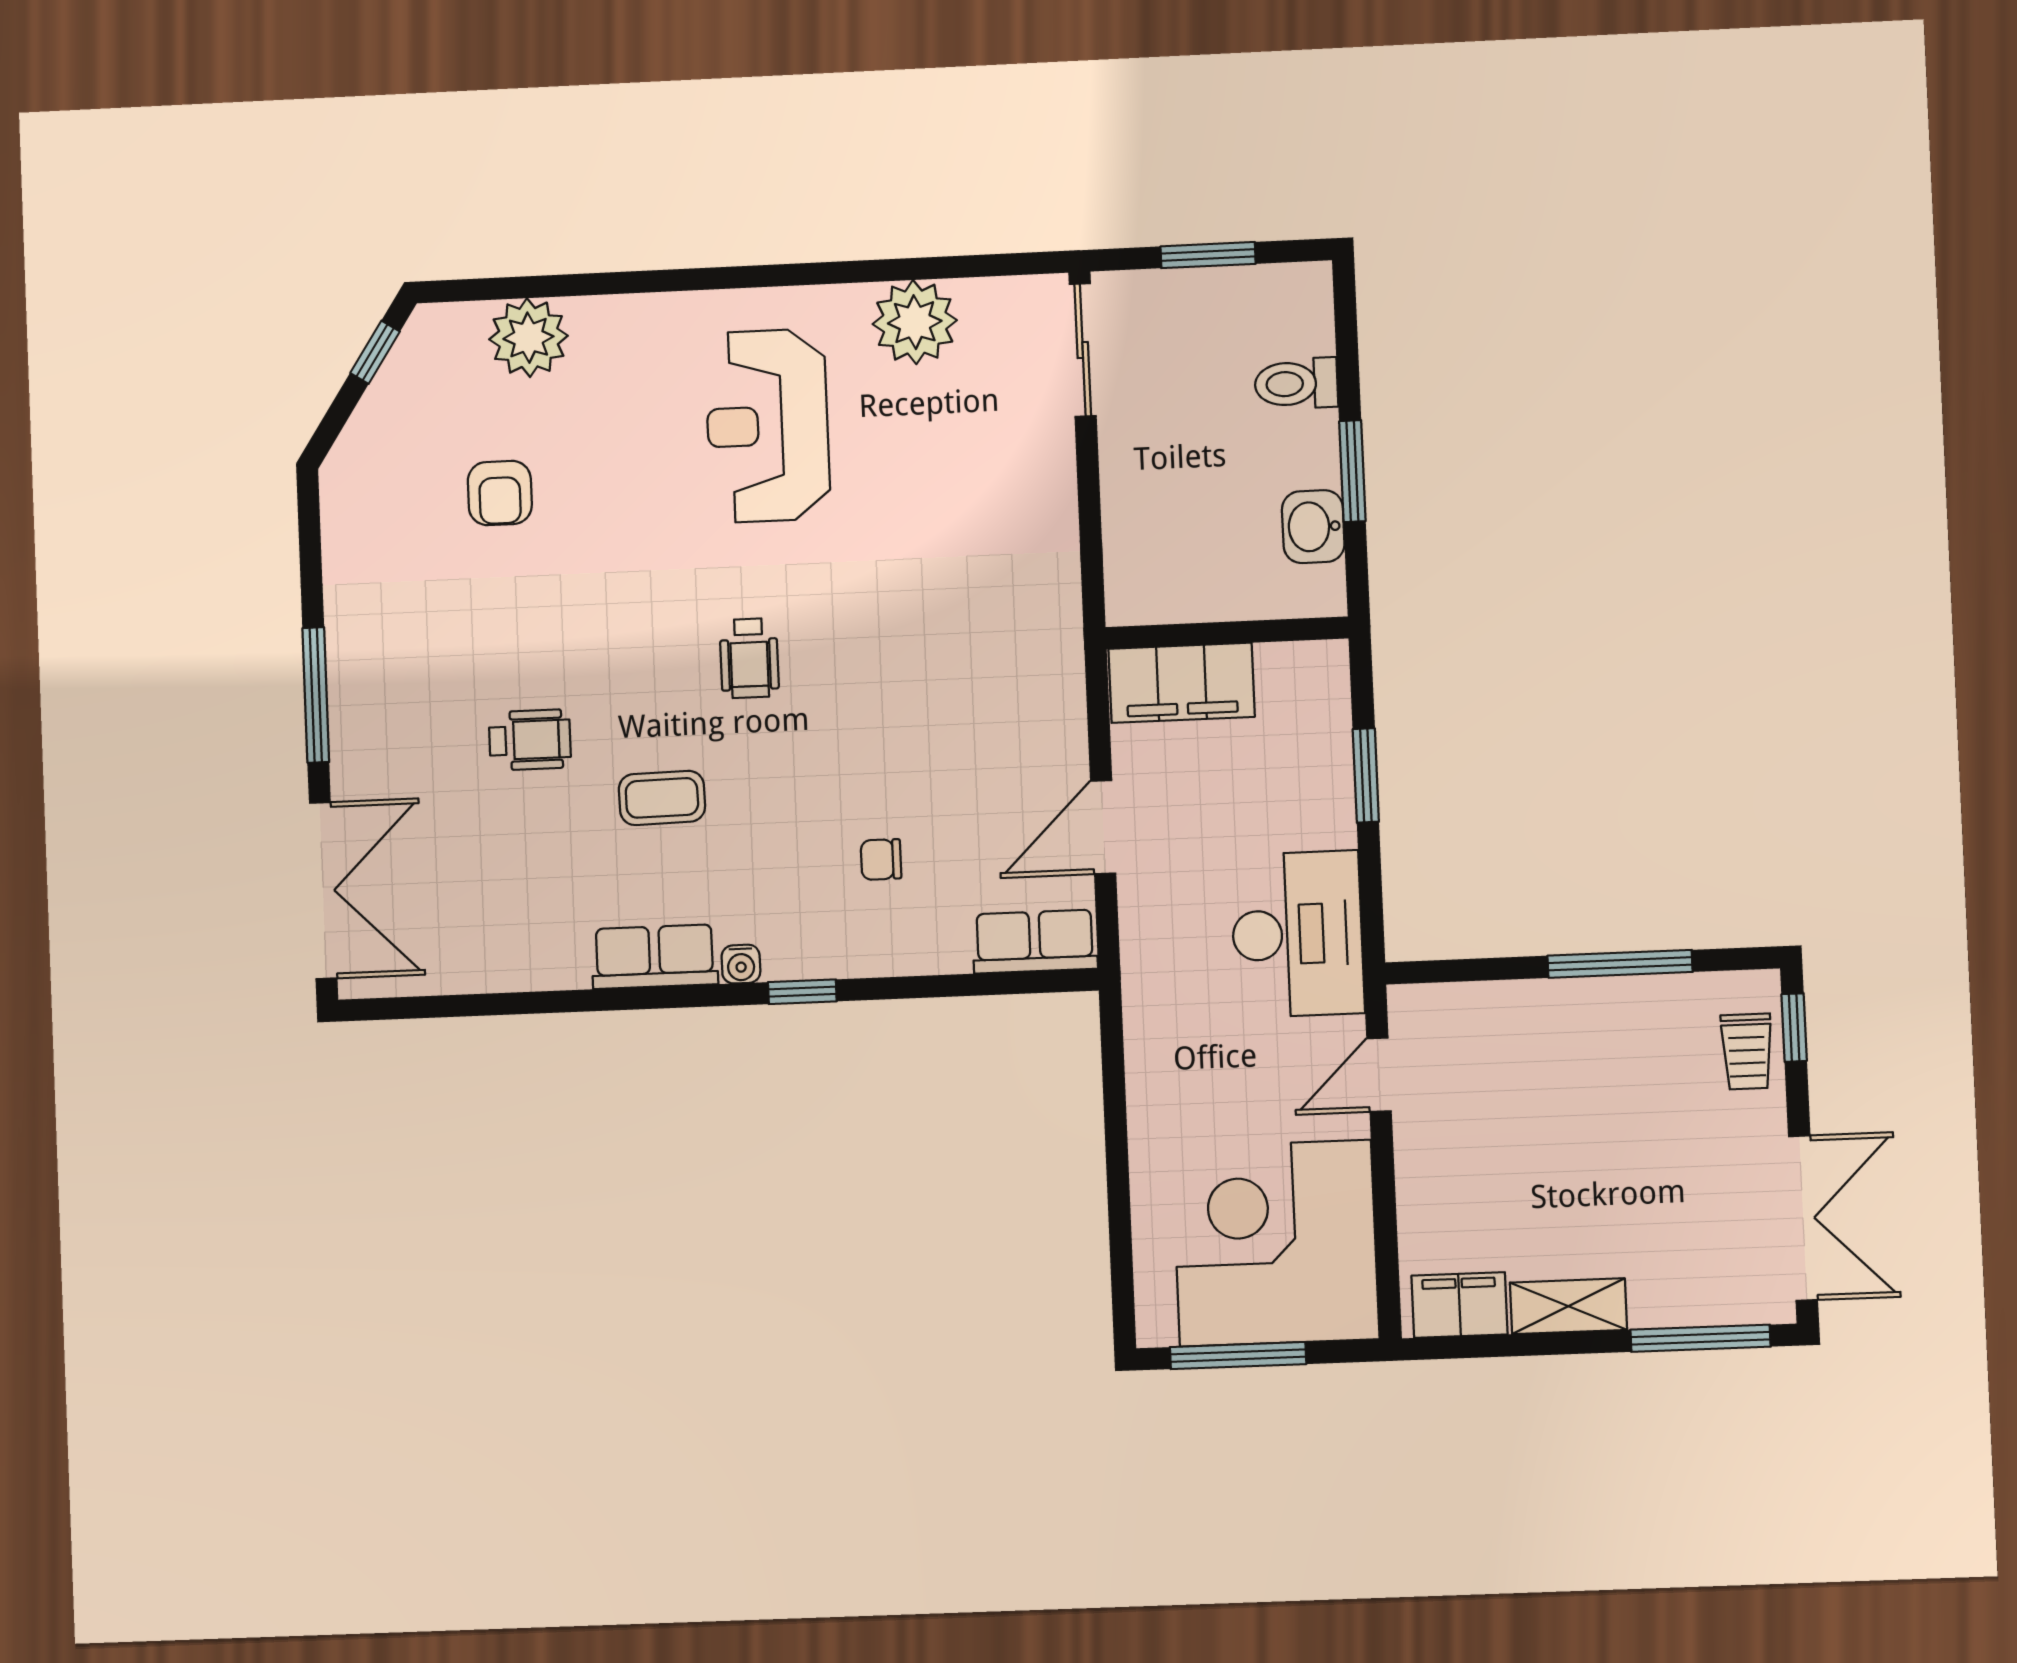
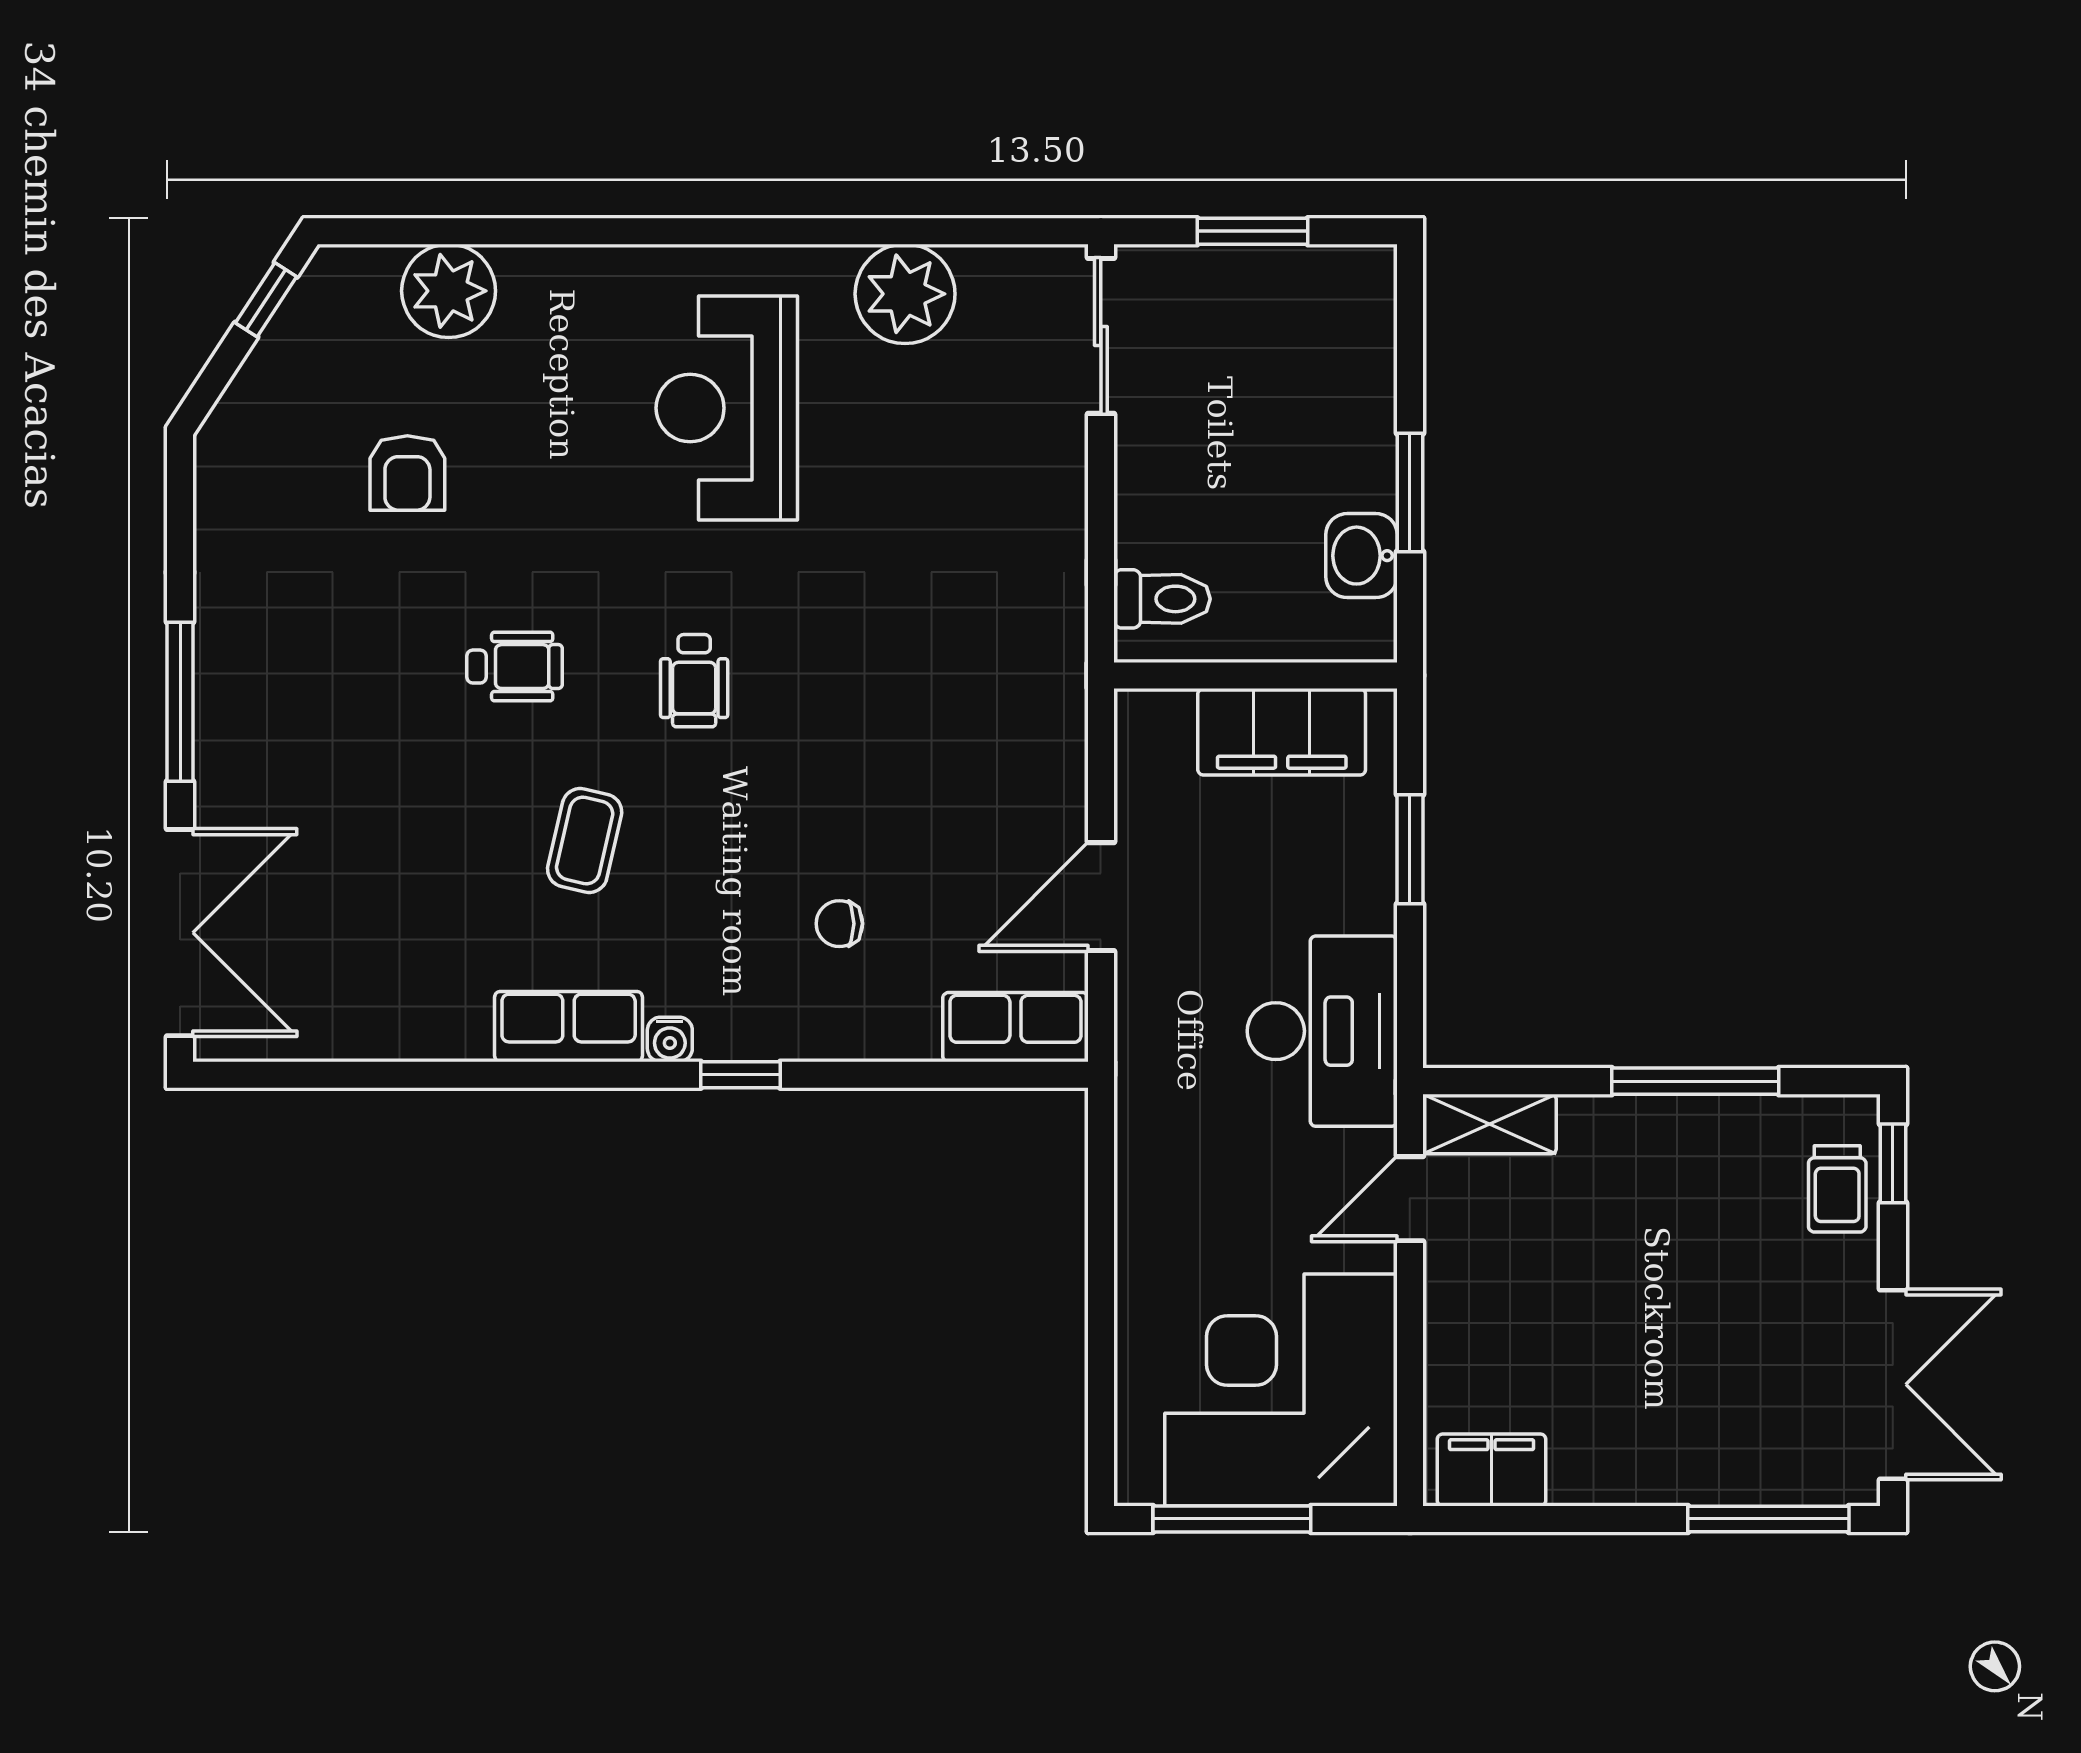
toilet: (1296, 384) -> (1162, 599), moved, turned 180
filing cabinet: (1182, 683) -> (1282, 732), moved
wheelchair: (530, 740) -> (515, 667), moved
coffee table: (662, 798) -> (585, 841), turned -76
shelving: (1568, 1306) -> (1490, 1124), moved

